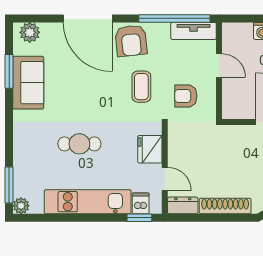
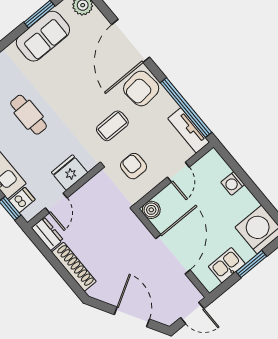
boiler: (231, 110) -> (151, 210), added

